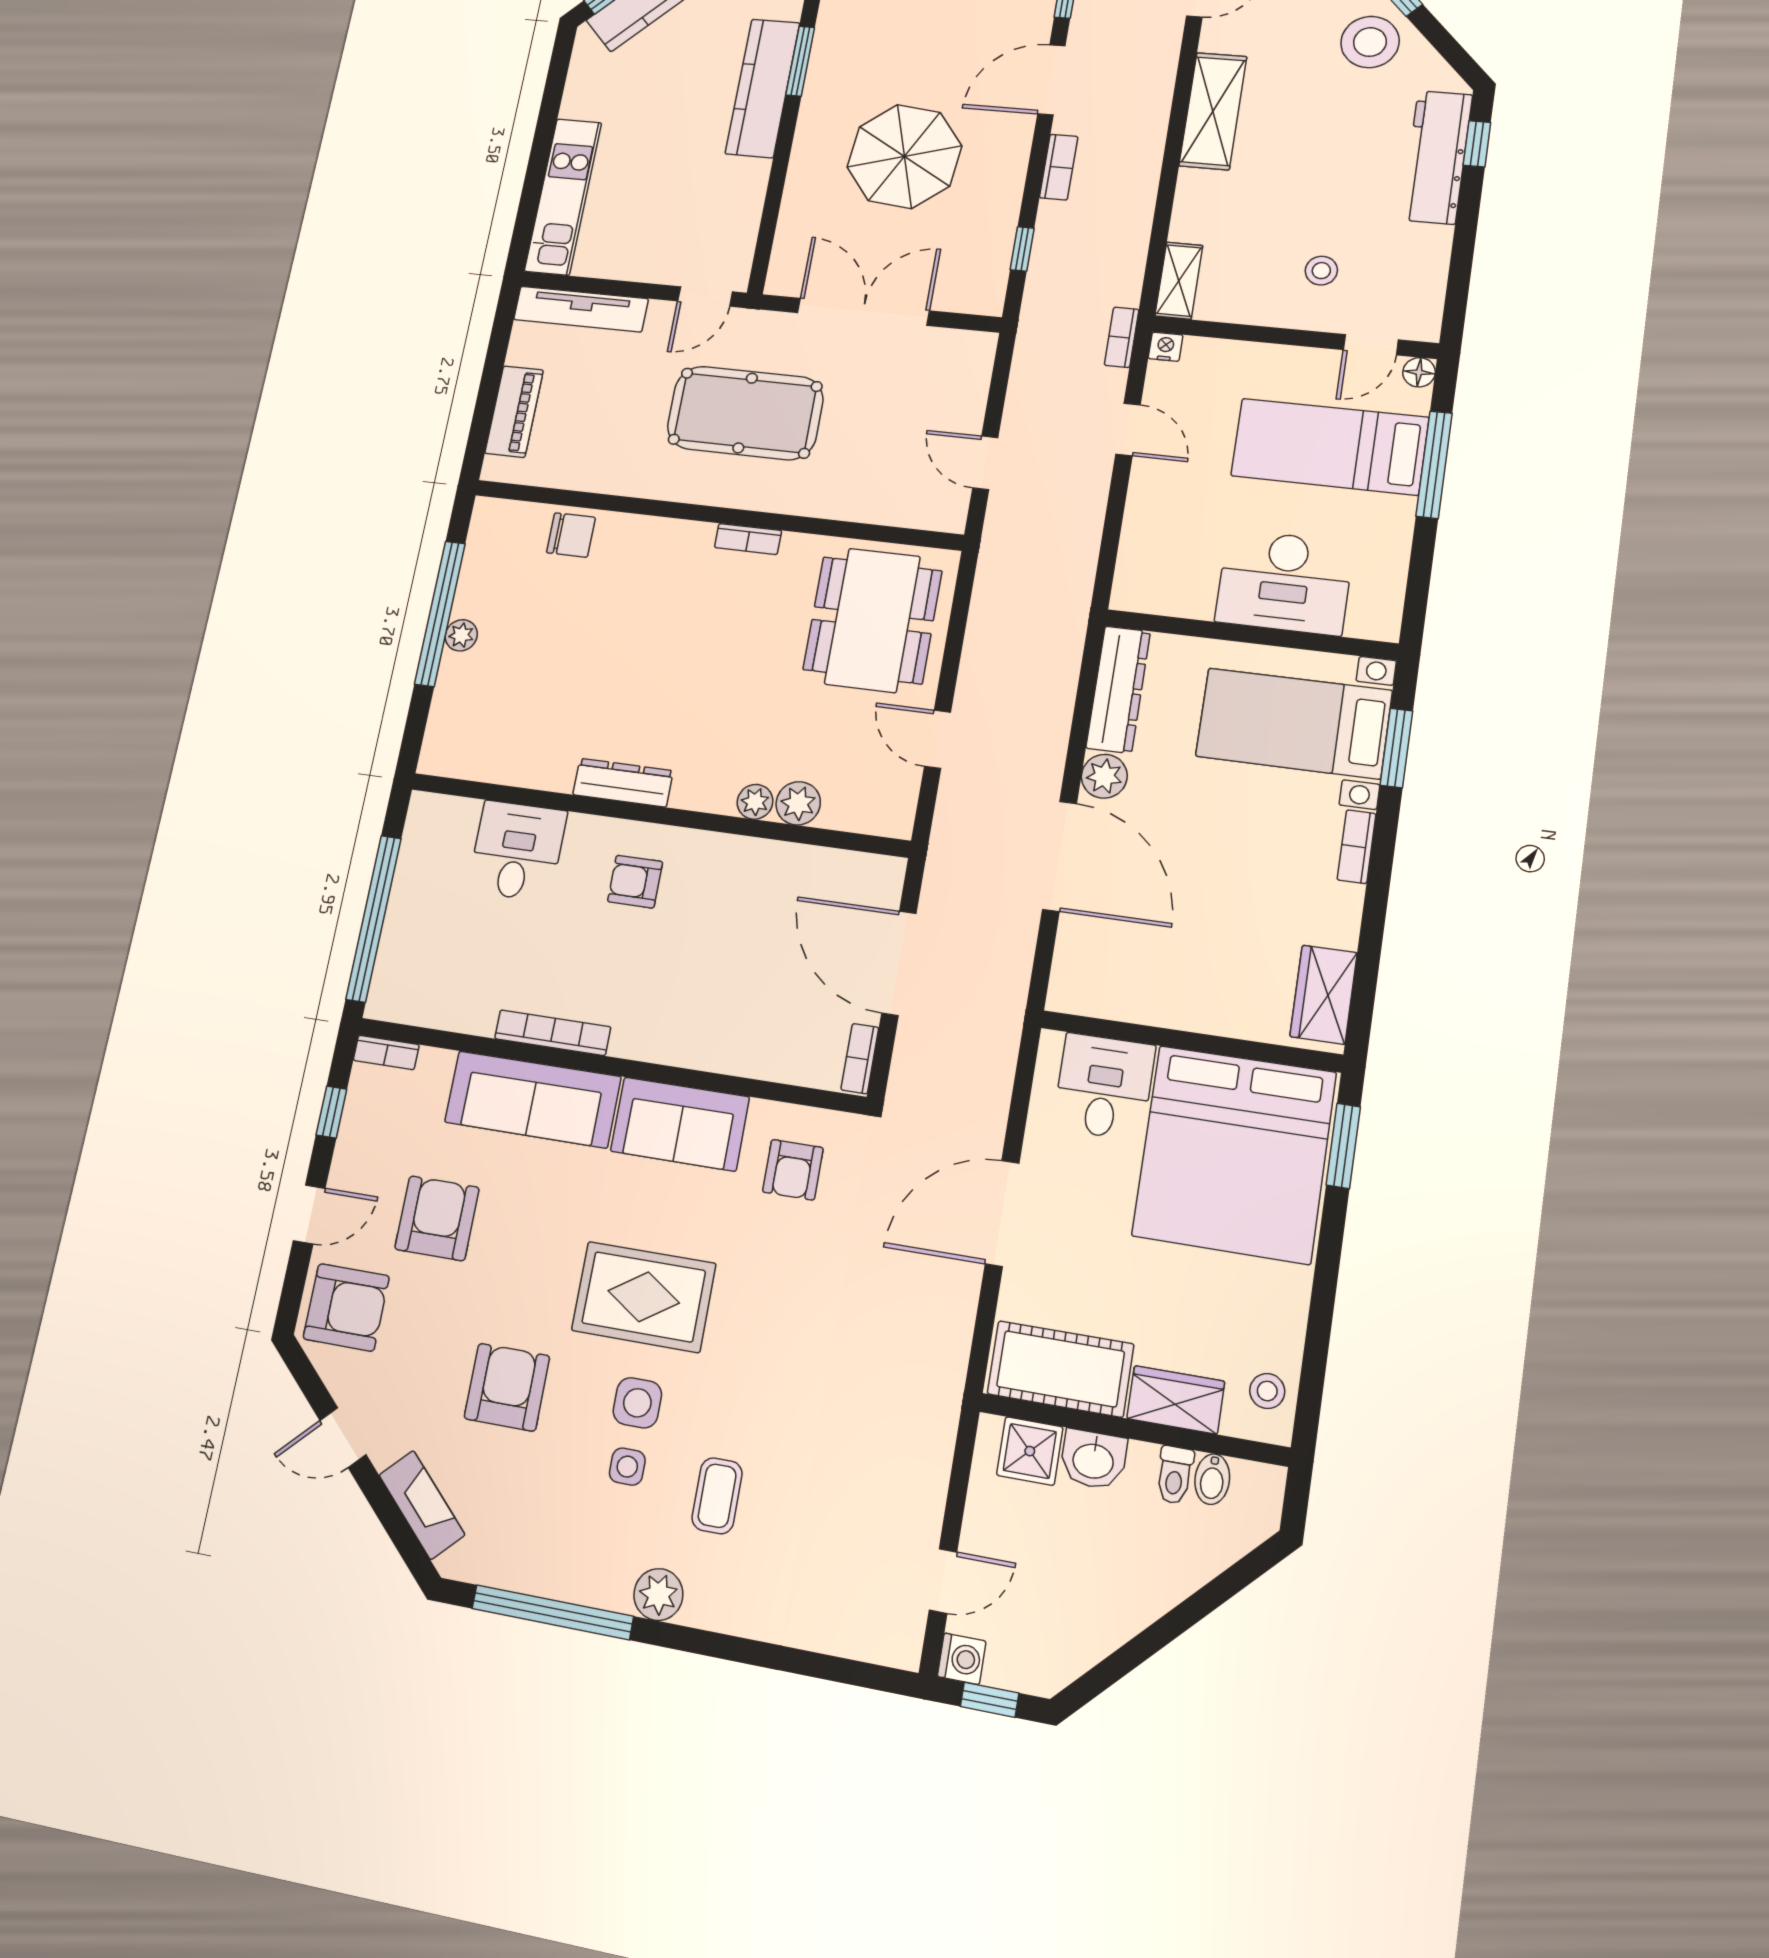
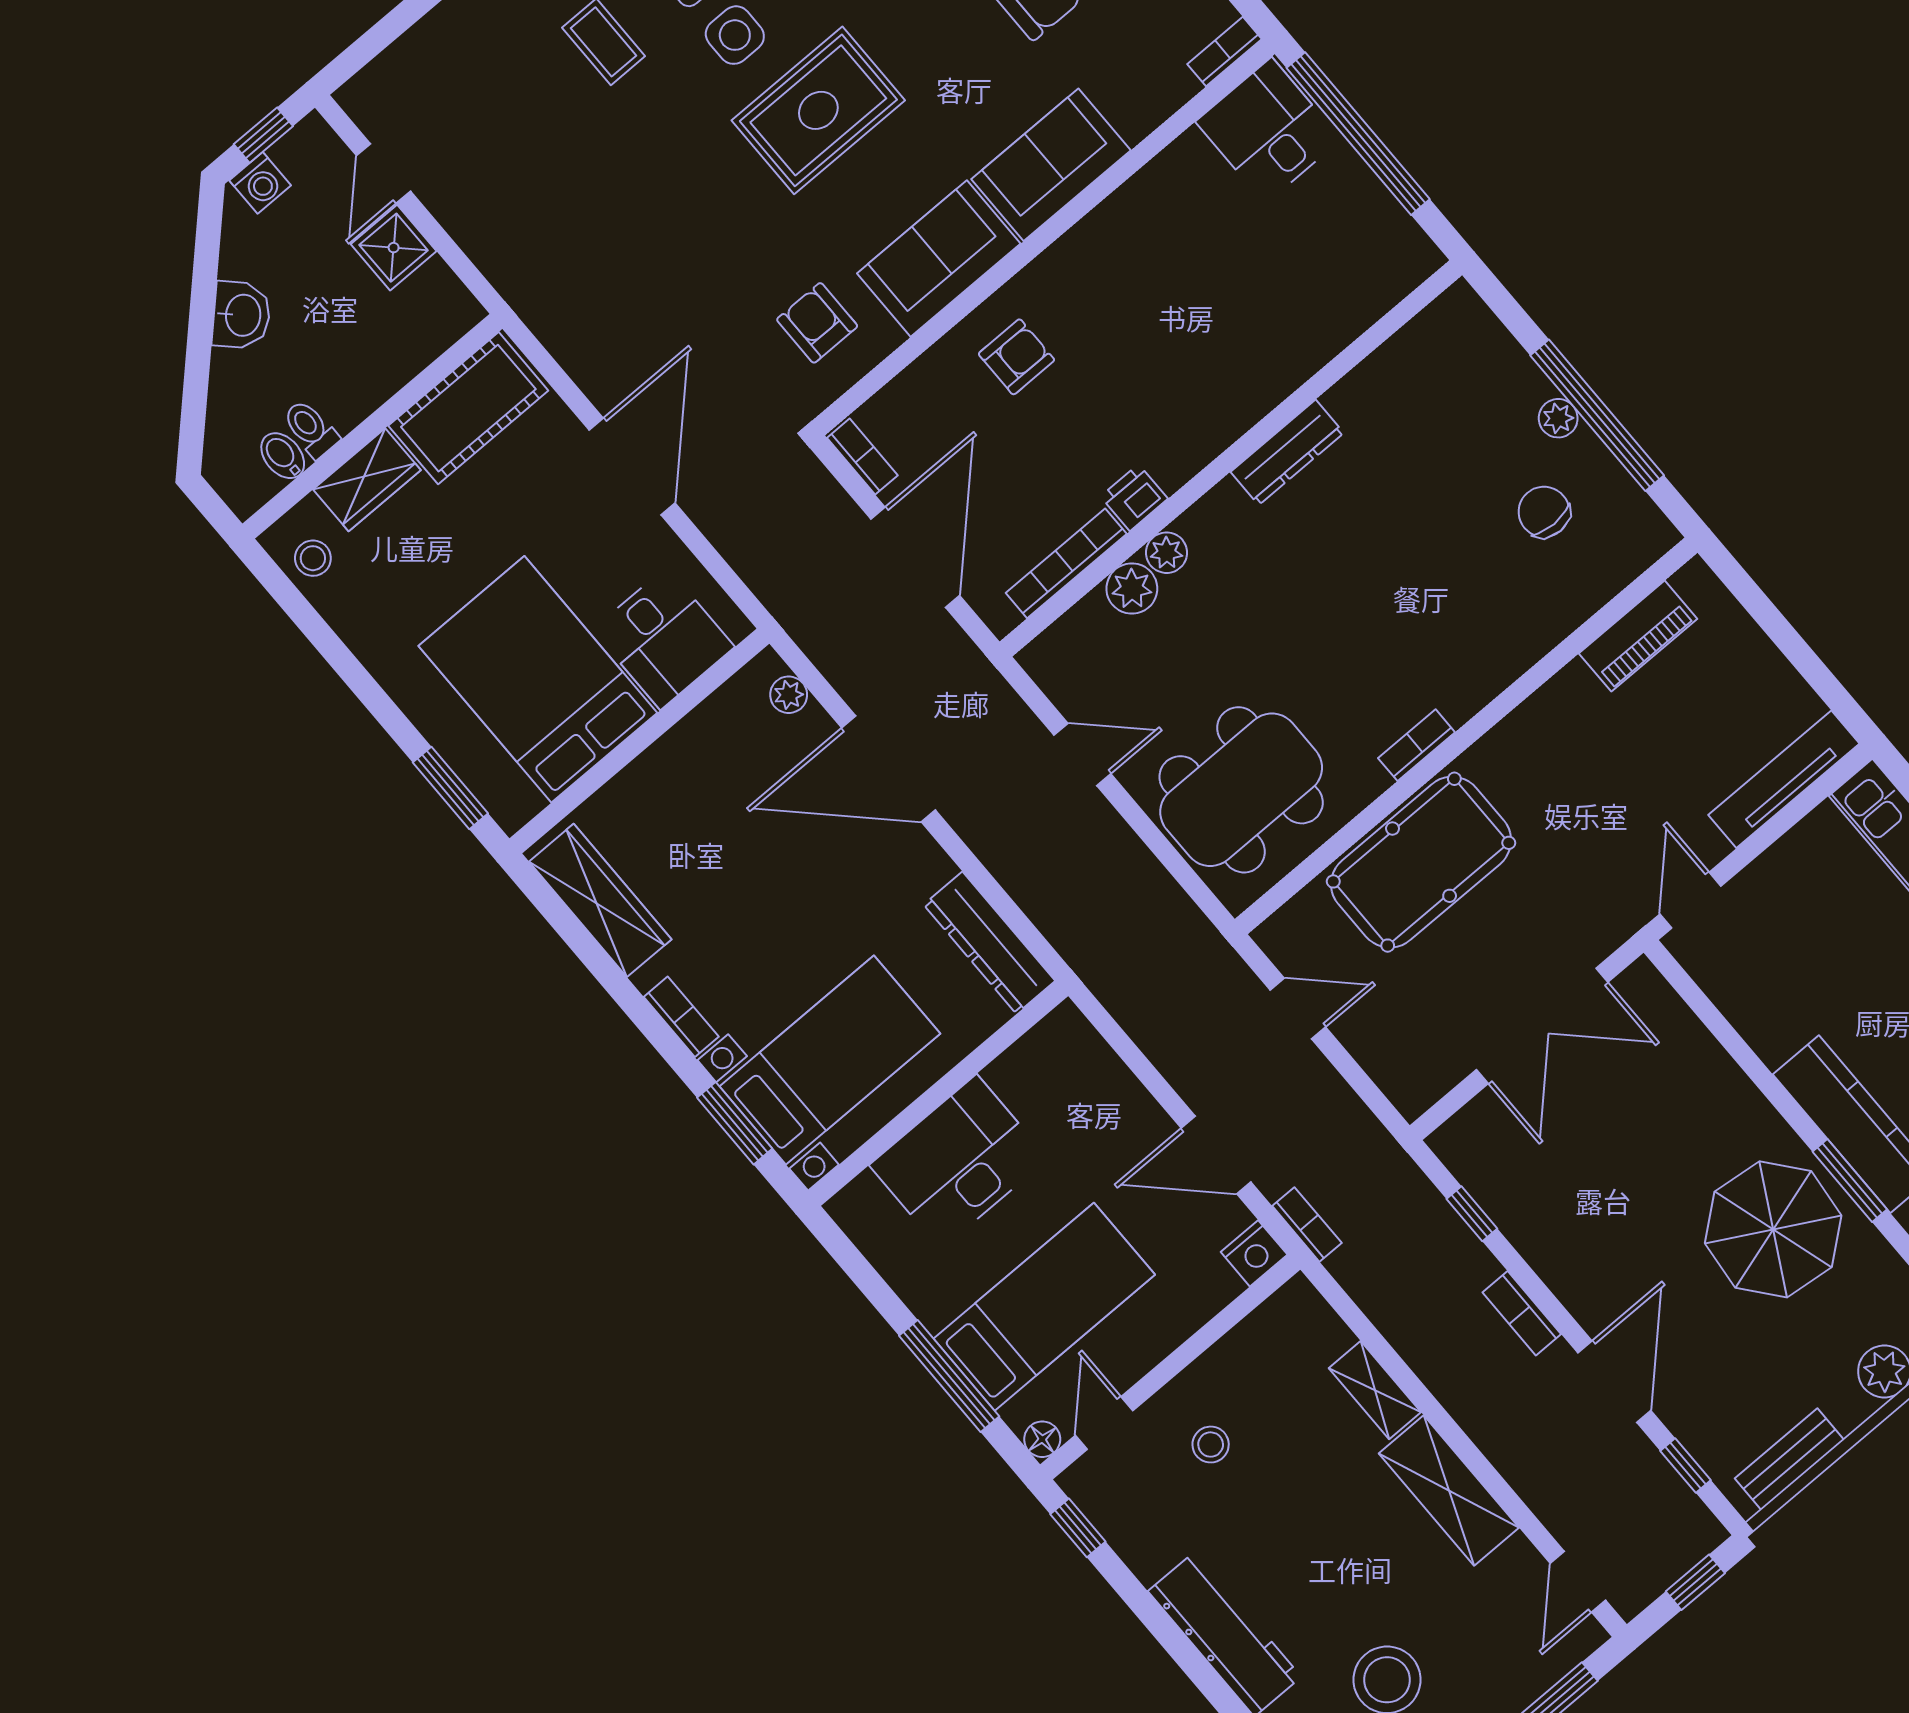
window: (1477, 144) -> (1078, 1528), moved
parasol: (904, 157) -> (1773, 1229), moved
shelving: (1179, 281) -> (1375, 1390), moved
nightstand: (1166, 347) -> (1254, 1253), width x1.39, depth x1.35
piano: (514, 412) -> (1638, 636), moved, turned -90
pool table: (745, 413) -> (1421, 862), moved
door: (1128, 429) -> (1216, 1155), width x1.38
chair: (571, 535) -> (1544, 512), moved, turned 90
dining table: (872, 620) -> (1241, 790), turned 90
plant: (1104, 776) -> (789, 695), moved, width x0.73, depth x0.73
desk: (517, 851) -> (1268, 131), moved, turned 180
printer: (736, 854) -> (1134, 498), added
armchair: (635, 882) -> (1016, 357), moved
door: (899, 963) -> (915, 557), hinge flipped
wardrobe: (1324, 995) -> (600, 900), width x1.50
bookcase: (553, 1033) -> (1066, 563), moved, turned 180
sofa: (533, 1099) -> (1051, 165), width x0.73
bed: (1234, 1154) -> (538, 679), width x0.73
shower: (1030, 1451) -> (394, 248), moved
washbasin: (1093, 1460) -> (242, 315), moved, turned 135
washing machine: (962, 1659) -> (260, 183), moved, turned -90

